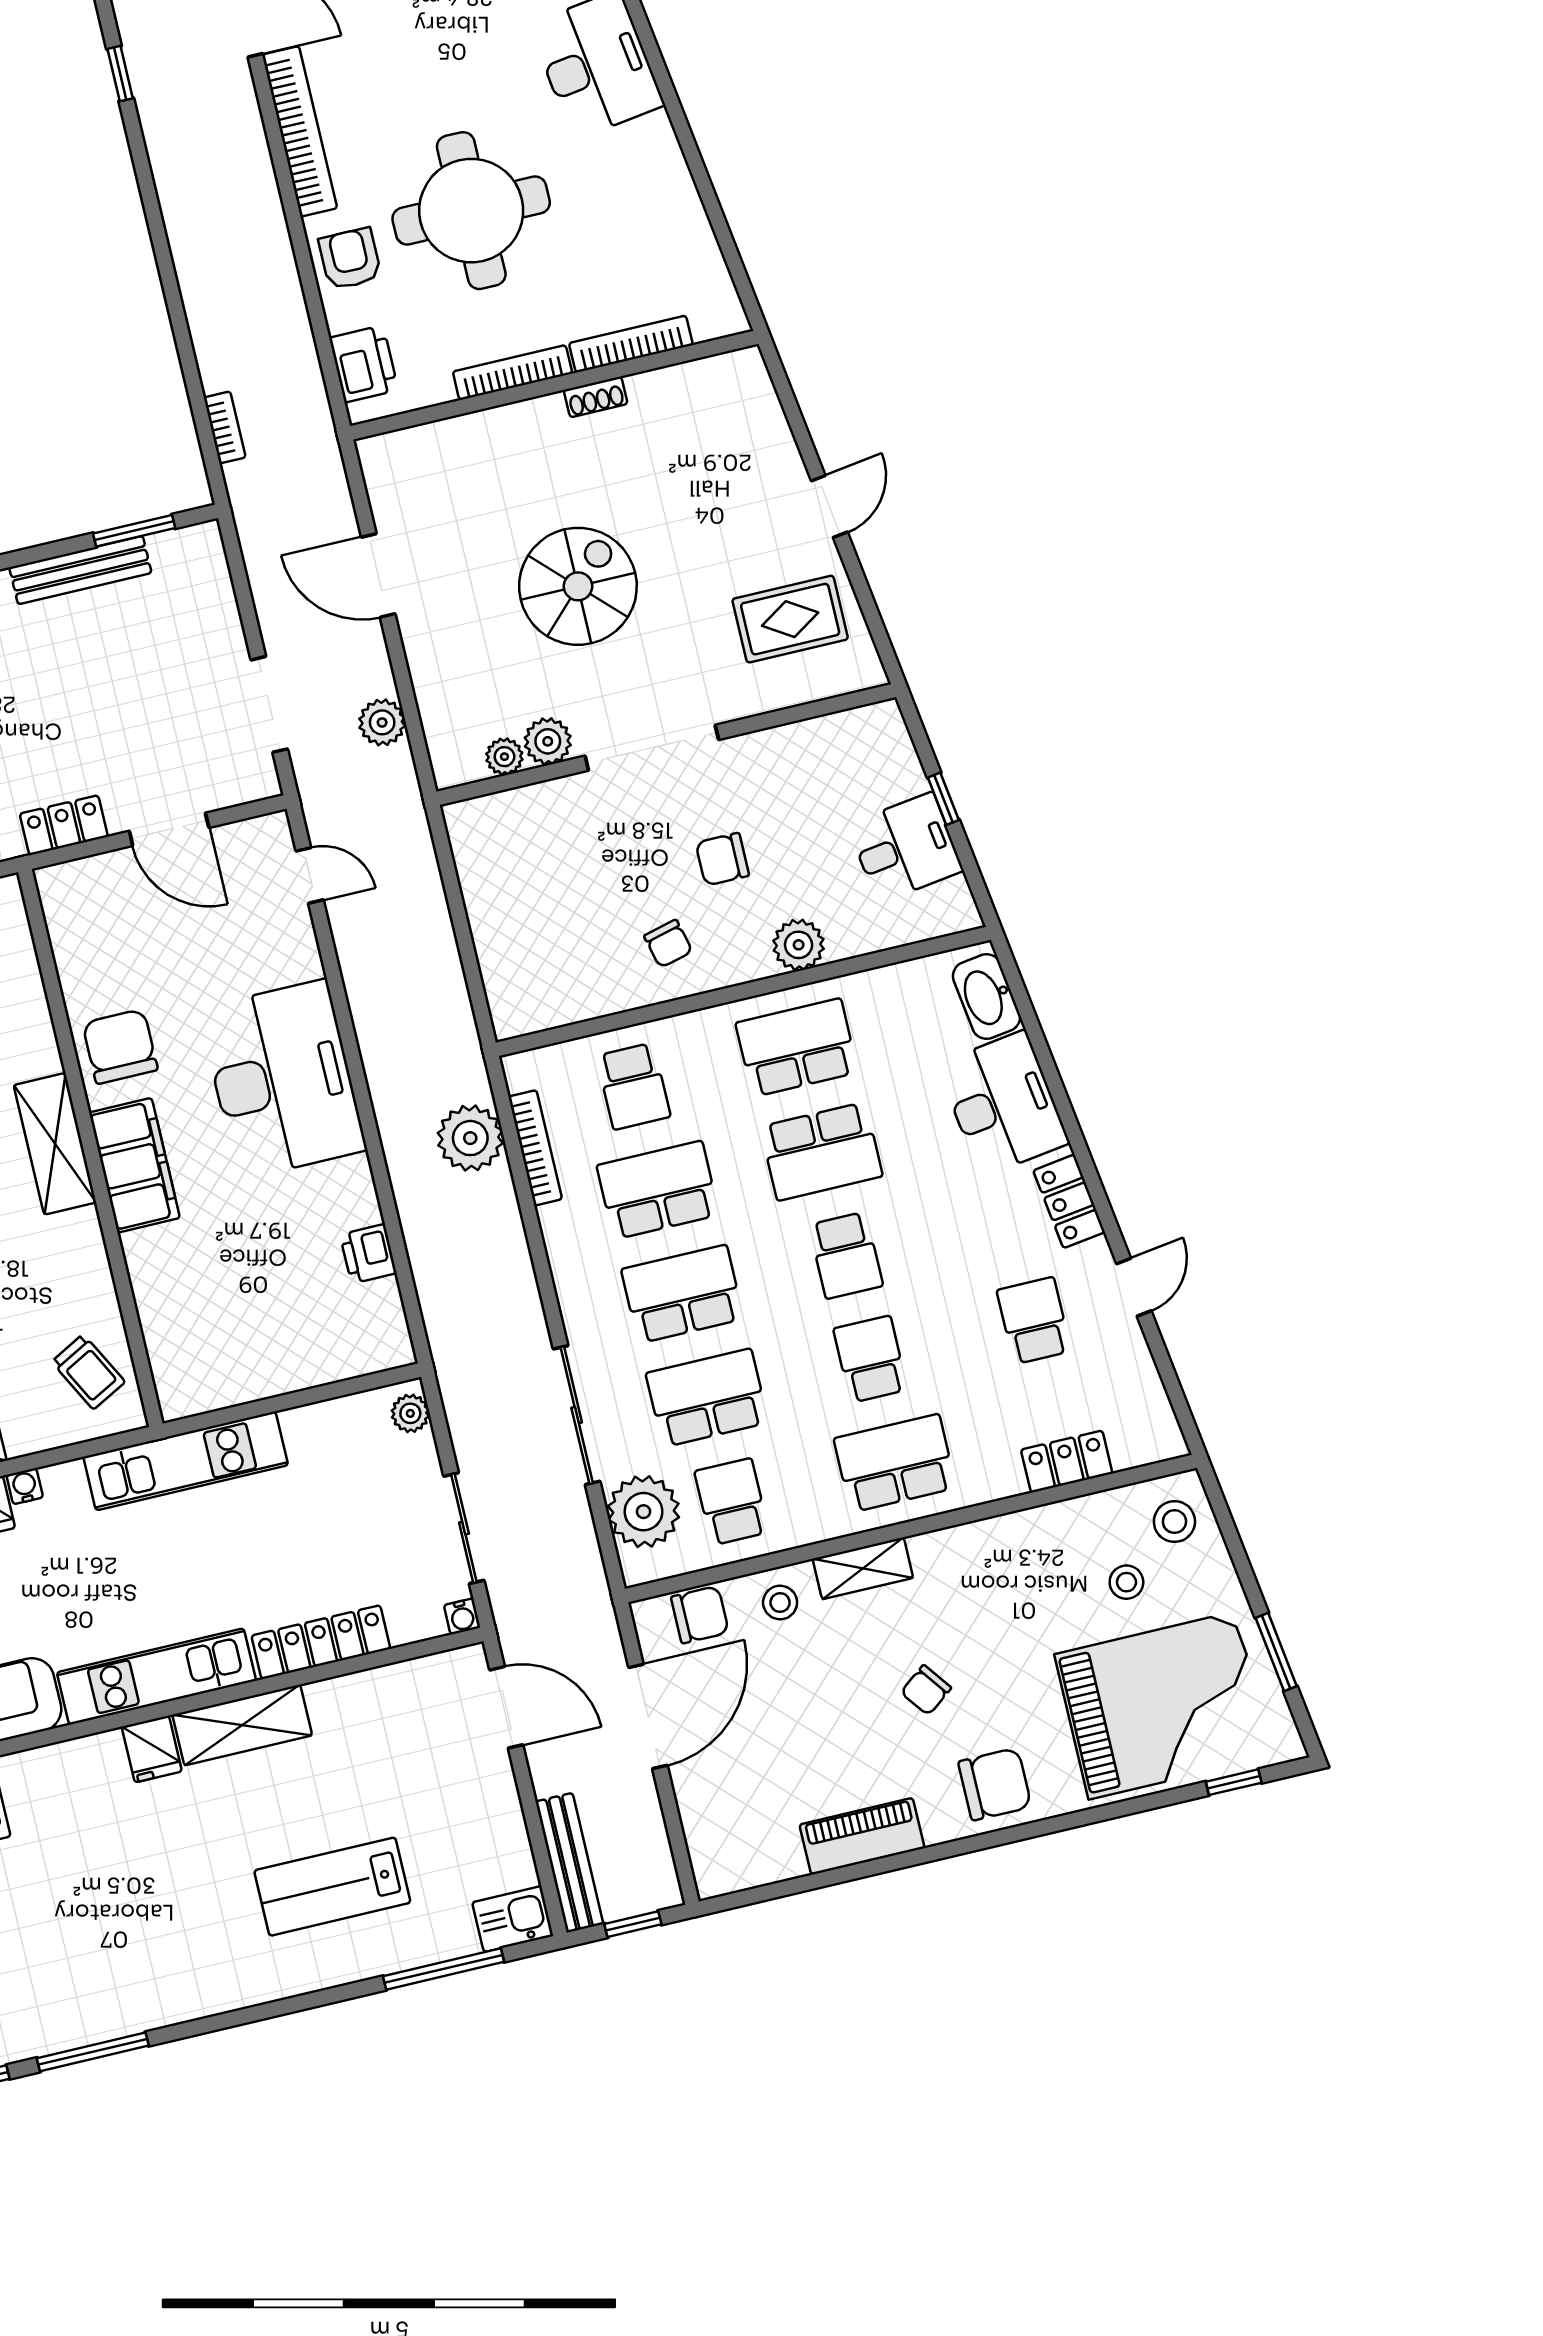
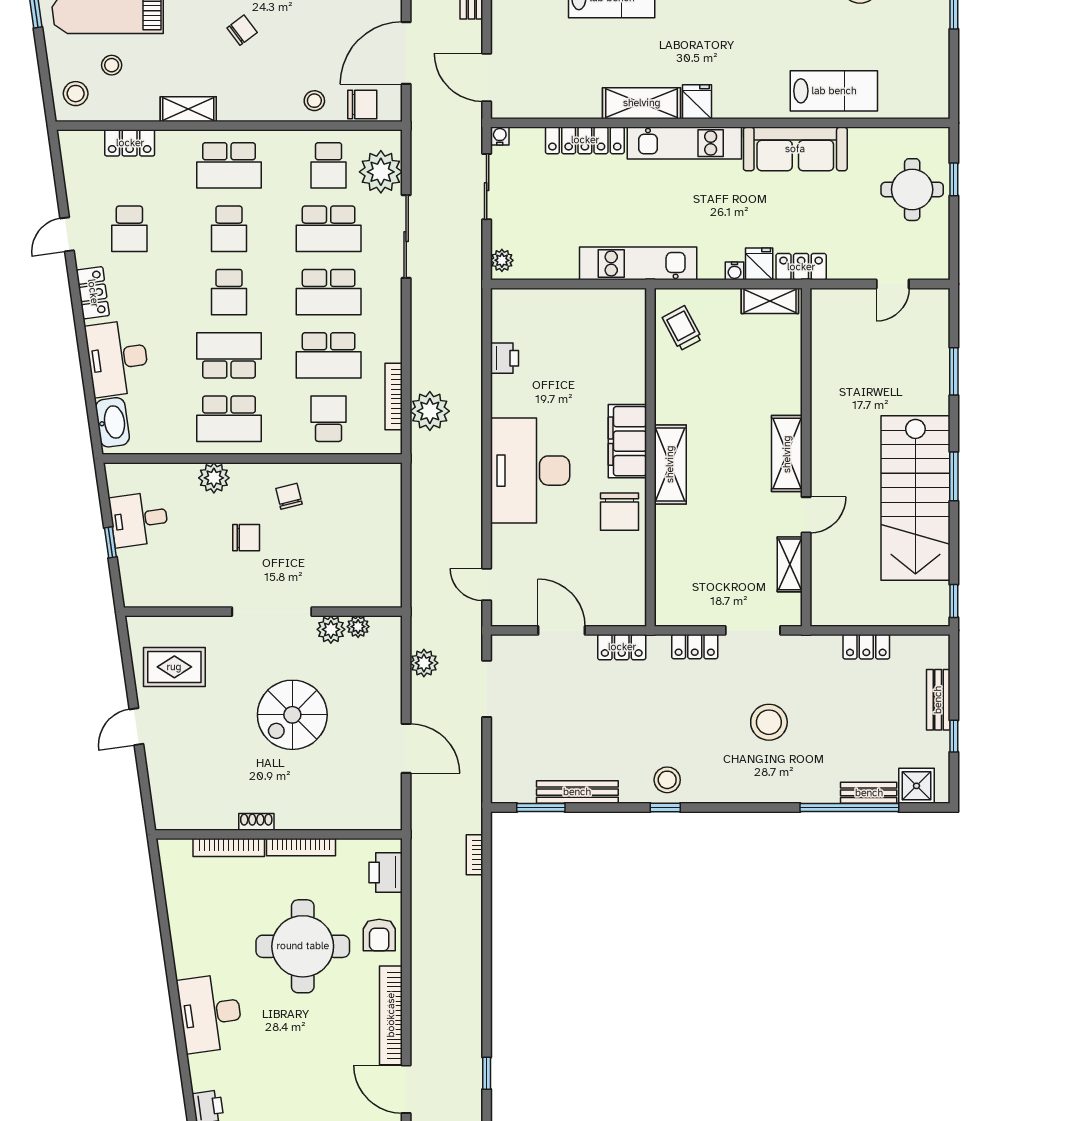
school desk: (846, 1255) -> (229, 292), turned 180
shelving: (863, 1568) -> (188, 109), moved
chair: (700, 1615) -> (362, 105), turned 180

